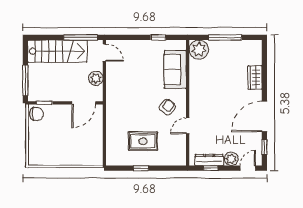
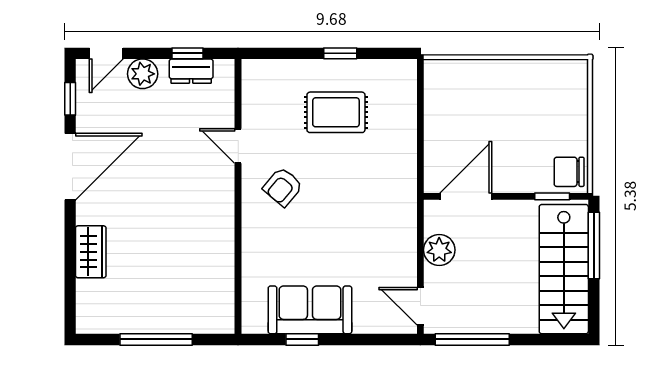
plant: (199, 50) -> (214, 313), removed
stairs: (57, 51) -> (564, 269), moved, turned -90
sofa: (175, 69) -> (310, 310), moved, turned -90
door: (188, 126) -> (238, 146), swing flipped
dresser: (209, 160) -> (191, 71), width x0.70

